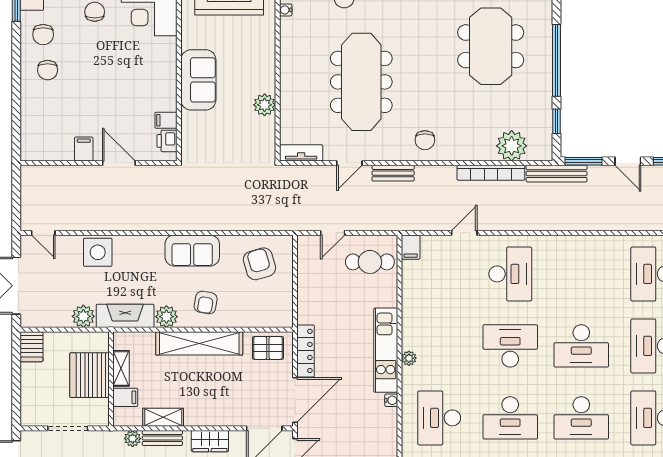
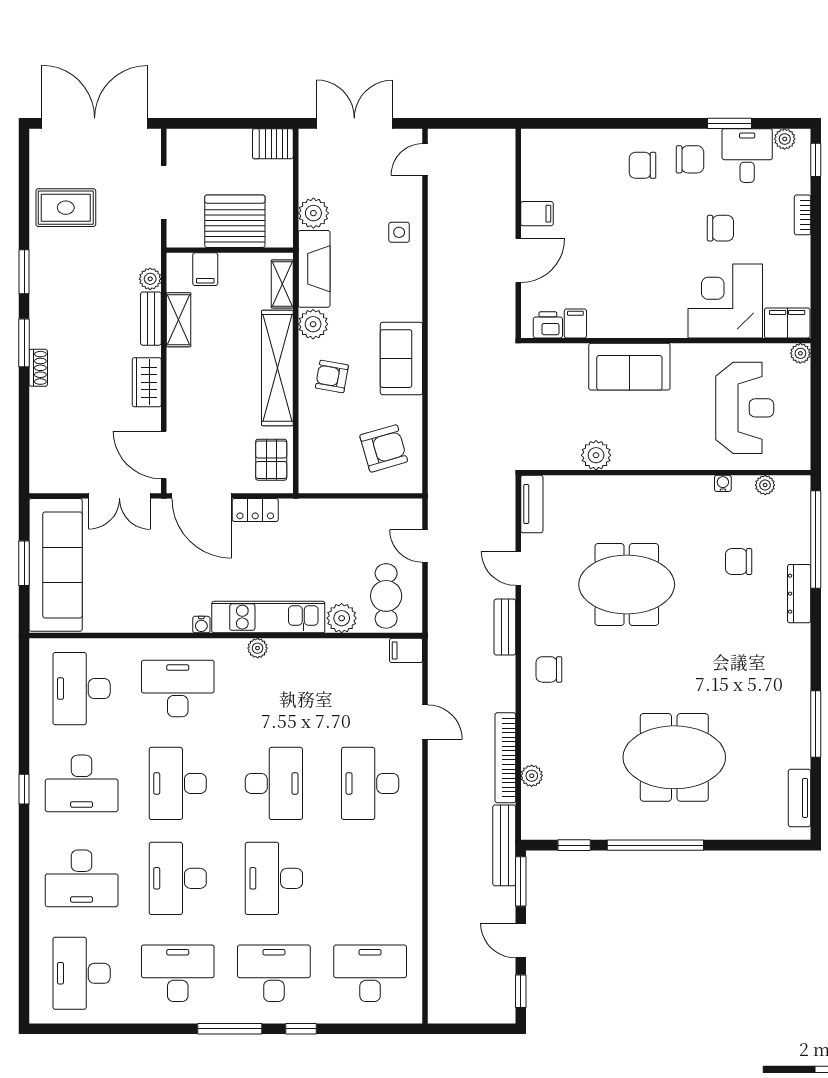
chair: (43, 35) -> (690, 159), turned 180
meeting table: (361, 82) -> (627, 585), width x0.73
plant: (512, 146) -> (532, 776), width x0.53, depth x0.53
door: (628, 161) -> (521, 941), hinge flipped
side table: (98, 252) -> (399, 232), width x0.54, depth x0.54
desk: (510, 274) -> (370, 783), turned 90
plant: (387, 295) -> (342, 618), added
locker: (306, 351) -> (255, 510), width x0.66
shelving: (121, 368) -> (282, 284), moved, turned 90

